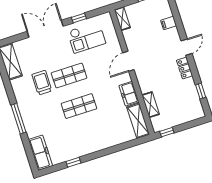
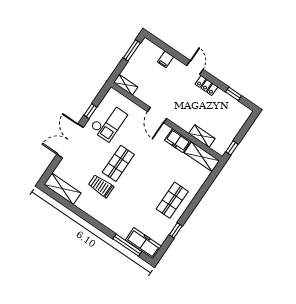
shop shelf: (79, 106) -> (172, 200), moved
window: (18, 119) -> (127, 245), moved

